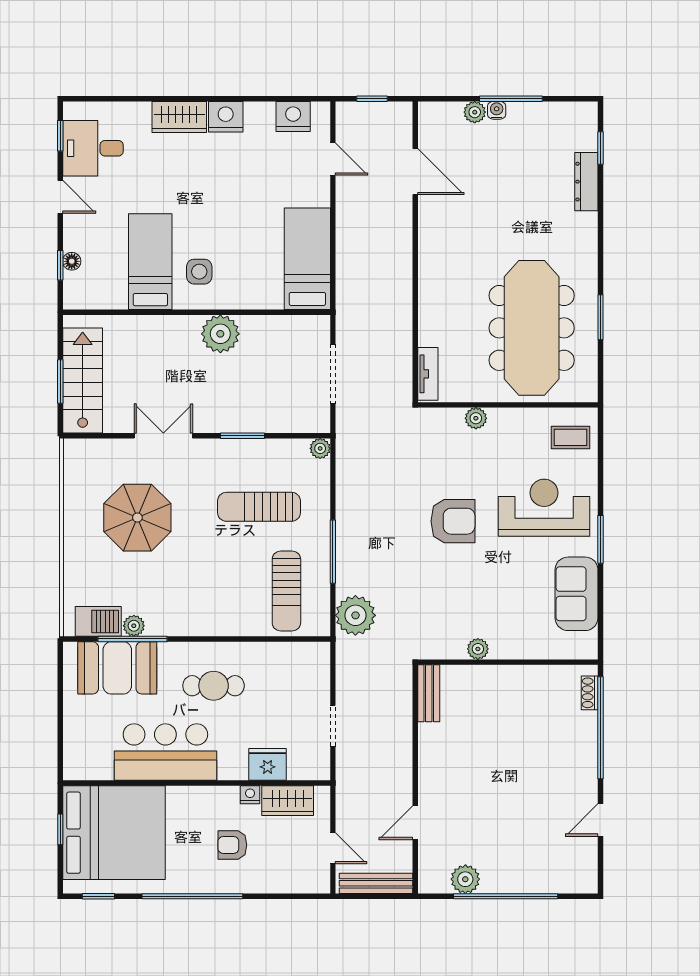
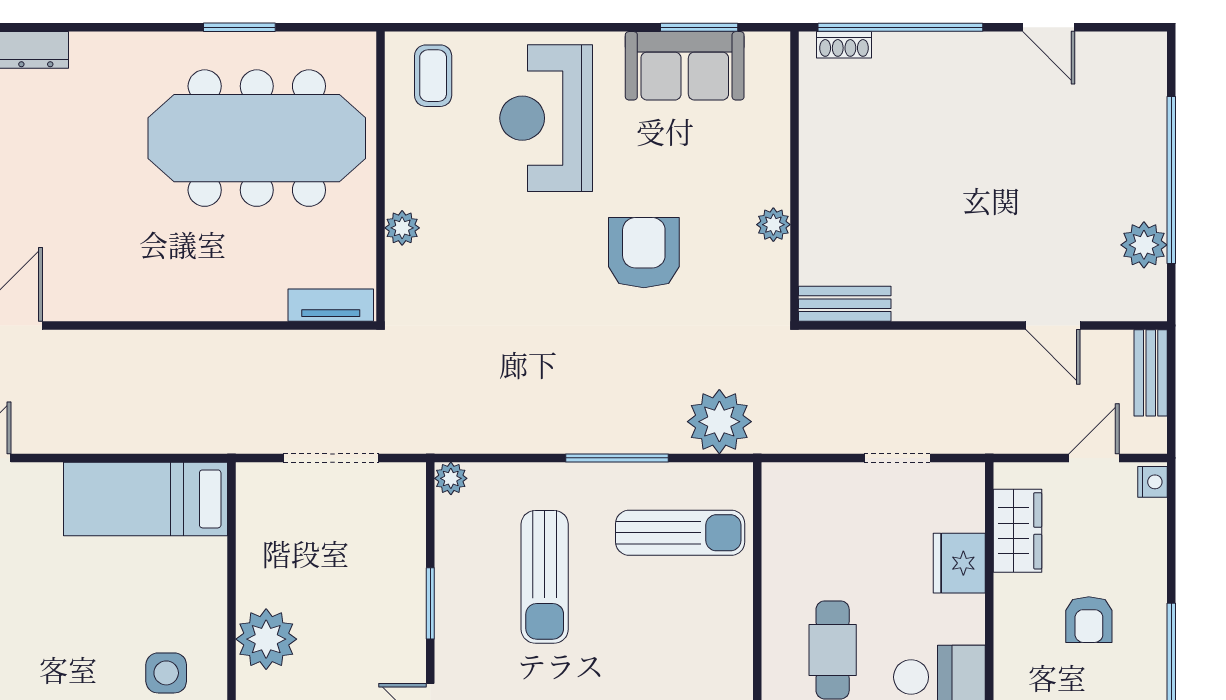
armchair: (453, 521) -> (644, 253), moved
window: (600, 539) -> (699, 27), moved
nightstand: (250, 795) -> (1153, 482), moved, turned 180
bench: (376, 883) -> (1151, 373), width x0.73

